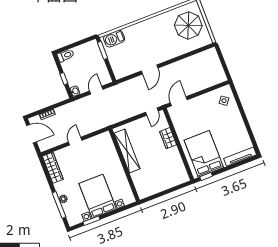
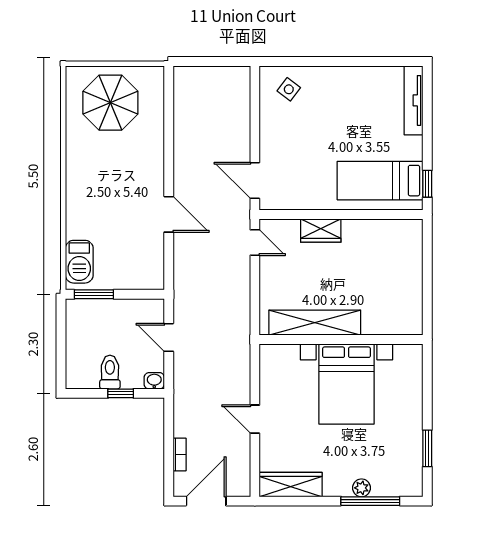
toilet: (66, 55) -> (110, 372), moved
bed: (204, 154) -> (380, 181), width x0.67
bed with nightstands: (98, 196) -> (347, 384), moved, turned -90

